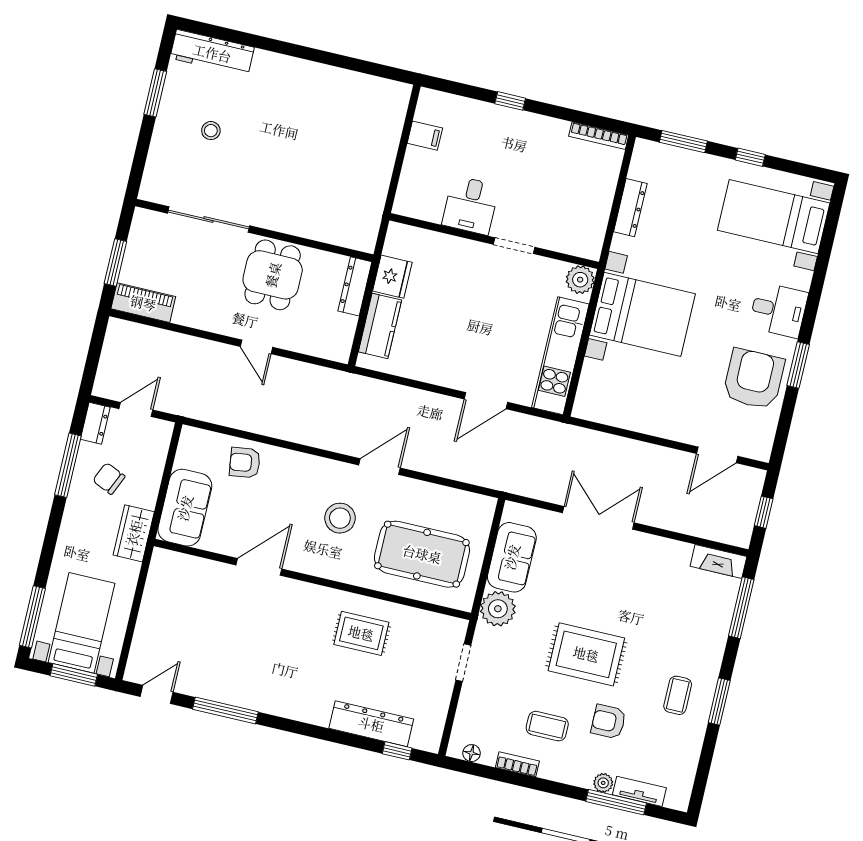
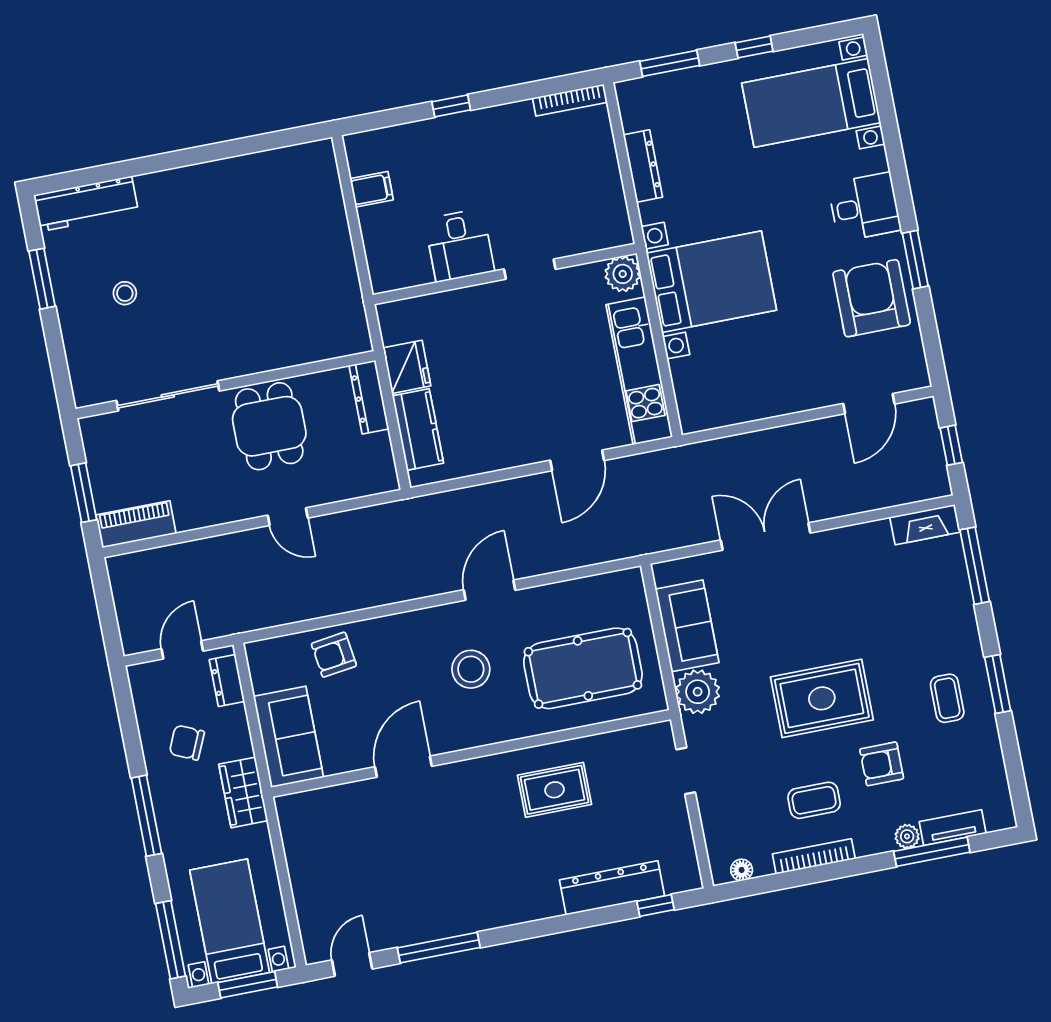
dresser: (95, 423) -> (227, 681), moved, turned 180
window: (68, 465) -> (146, 816), moved
bookcase: (517, 764) -> (814, 856), width x1.56

